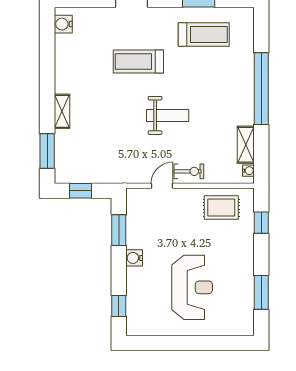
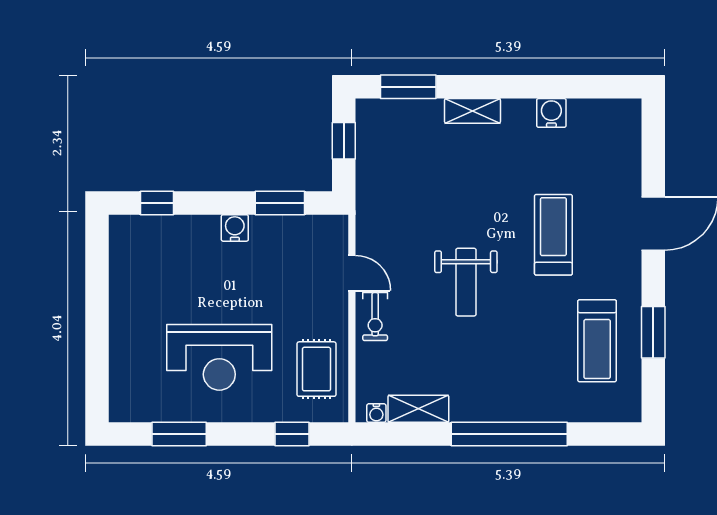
water cooler: (63, 24) -> (551, 113), moved
reception desk: (192, 287) -> (219, 357), moved

